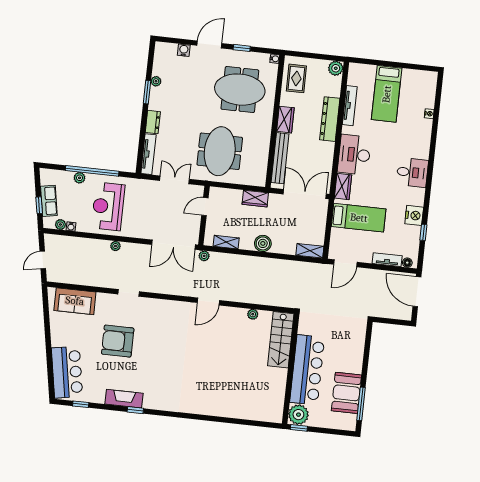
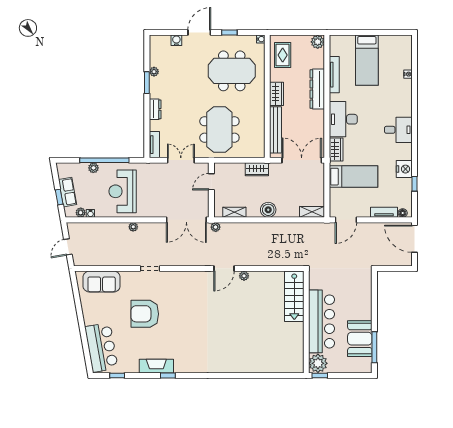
tv unit: (148, 154) -> (154, 145), width x0.71
plant: (253, 314) -> (244, 276), moved

